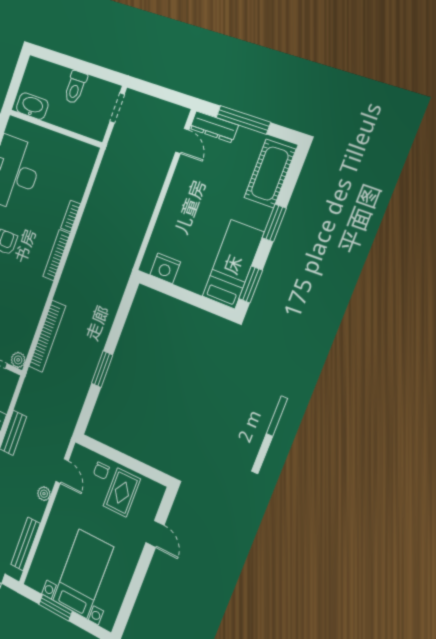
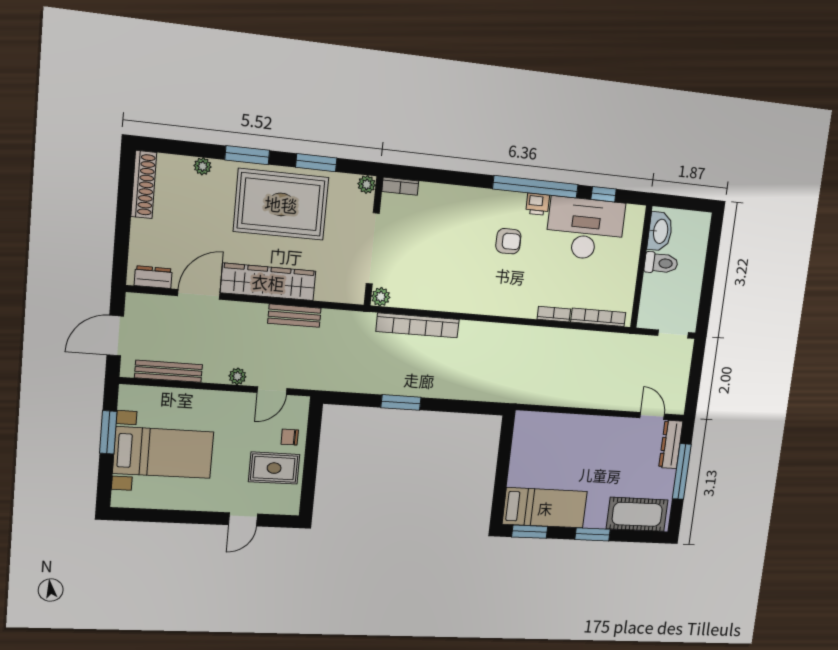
toilet: (75, 87) -> (661, 263), moved, turned 180
door: (182, 141) -> (652, 416), swing flipped
bookcase: (56, 255) -> (598, 317), moved
nightstand: (165, 268) -> (524, 439), removed

